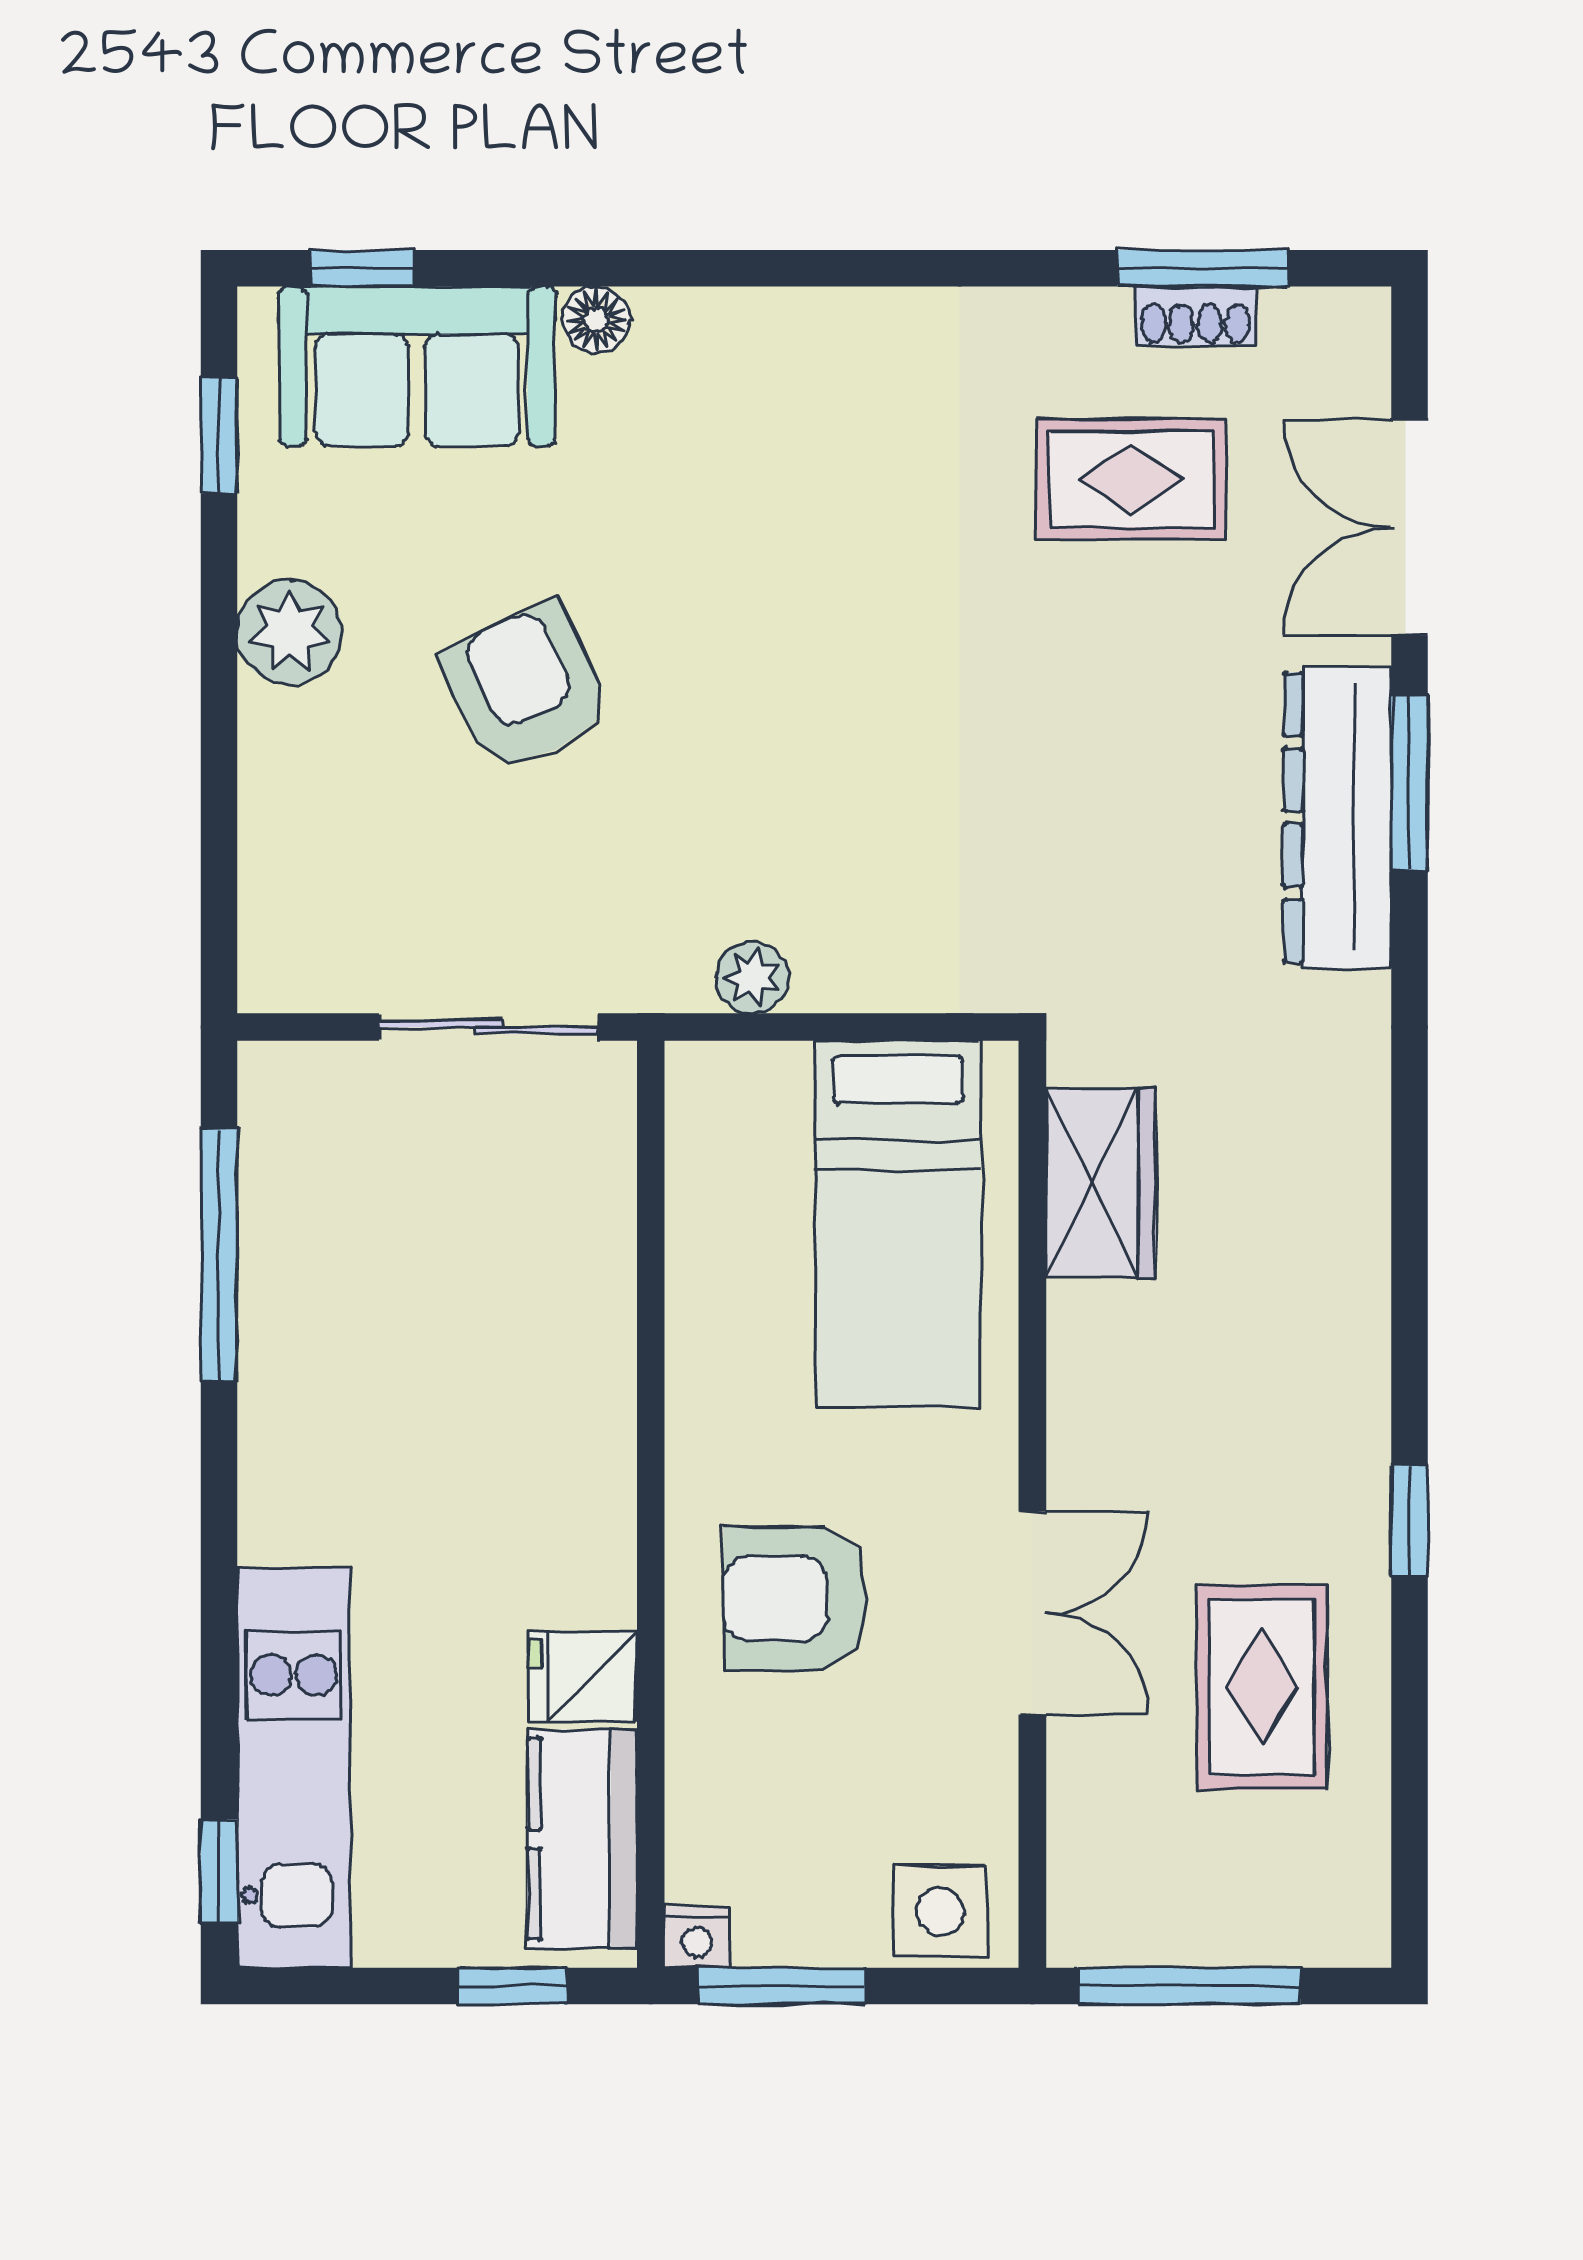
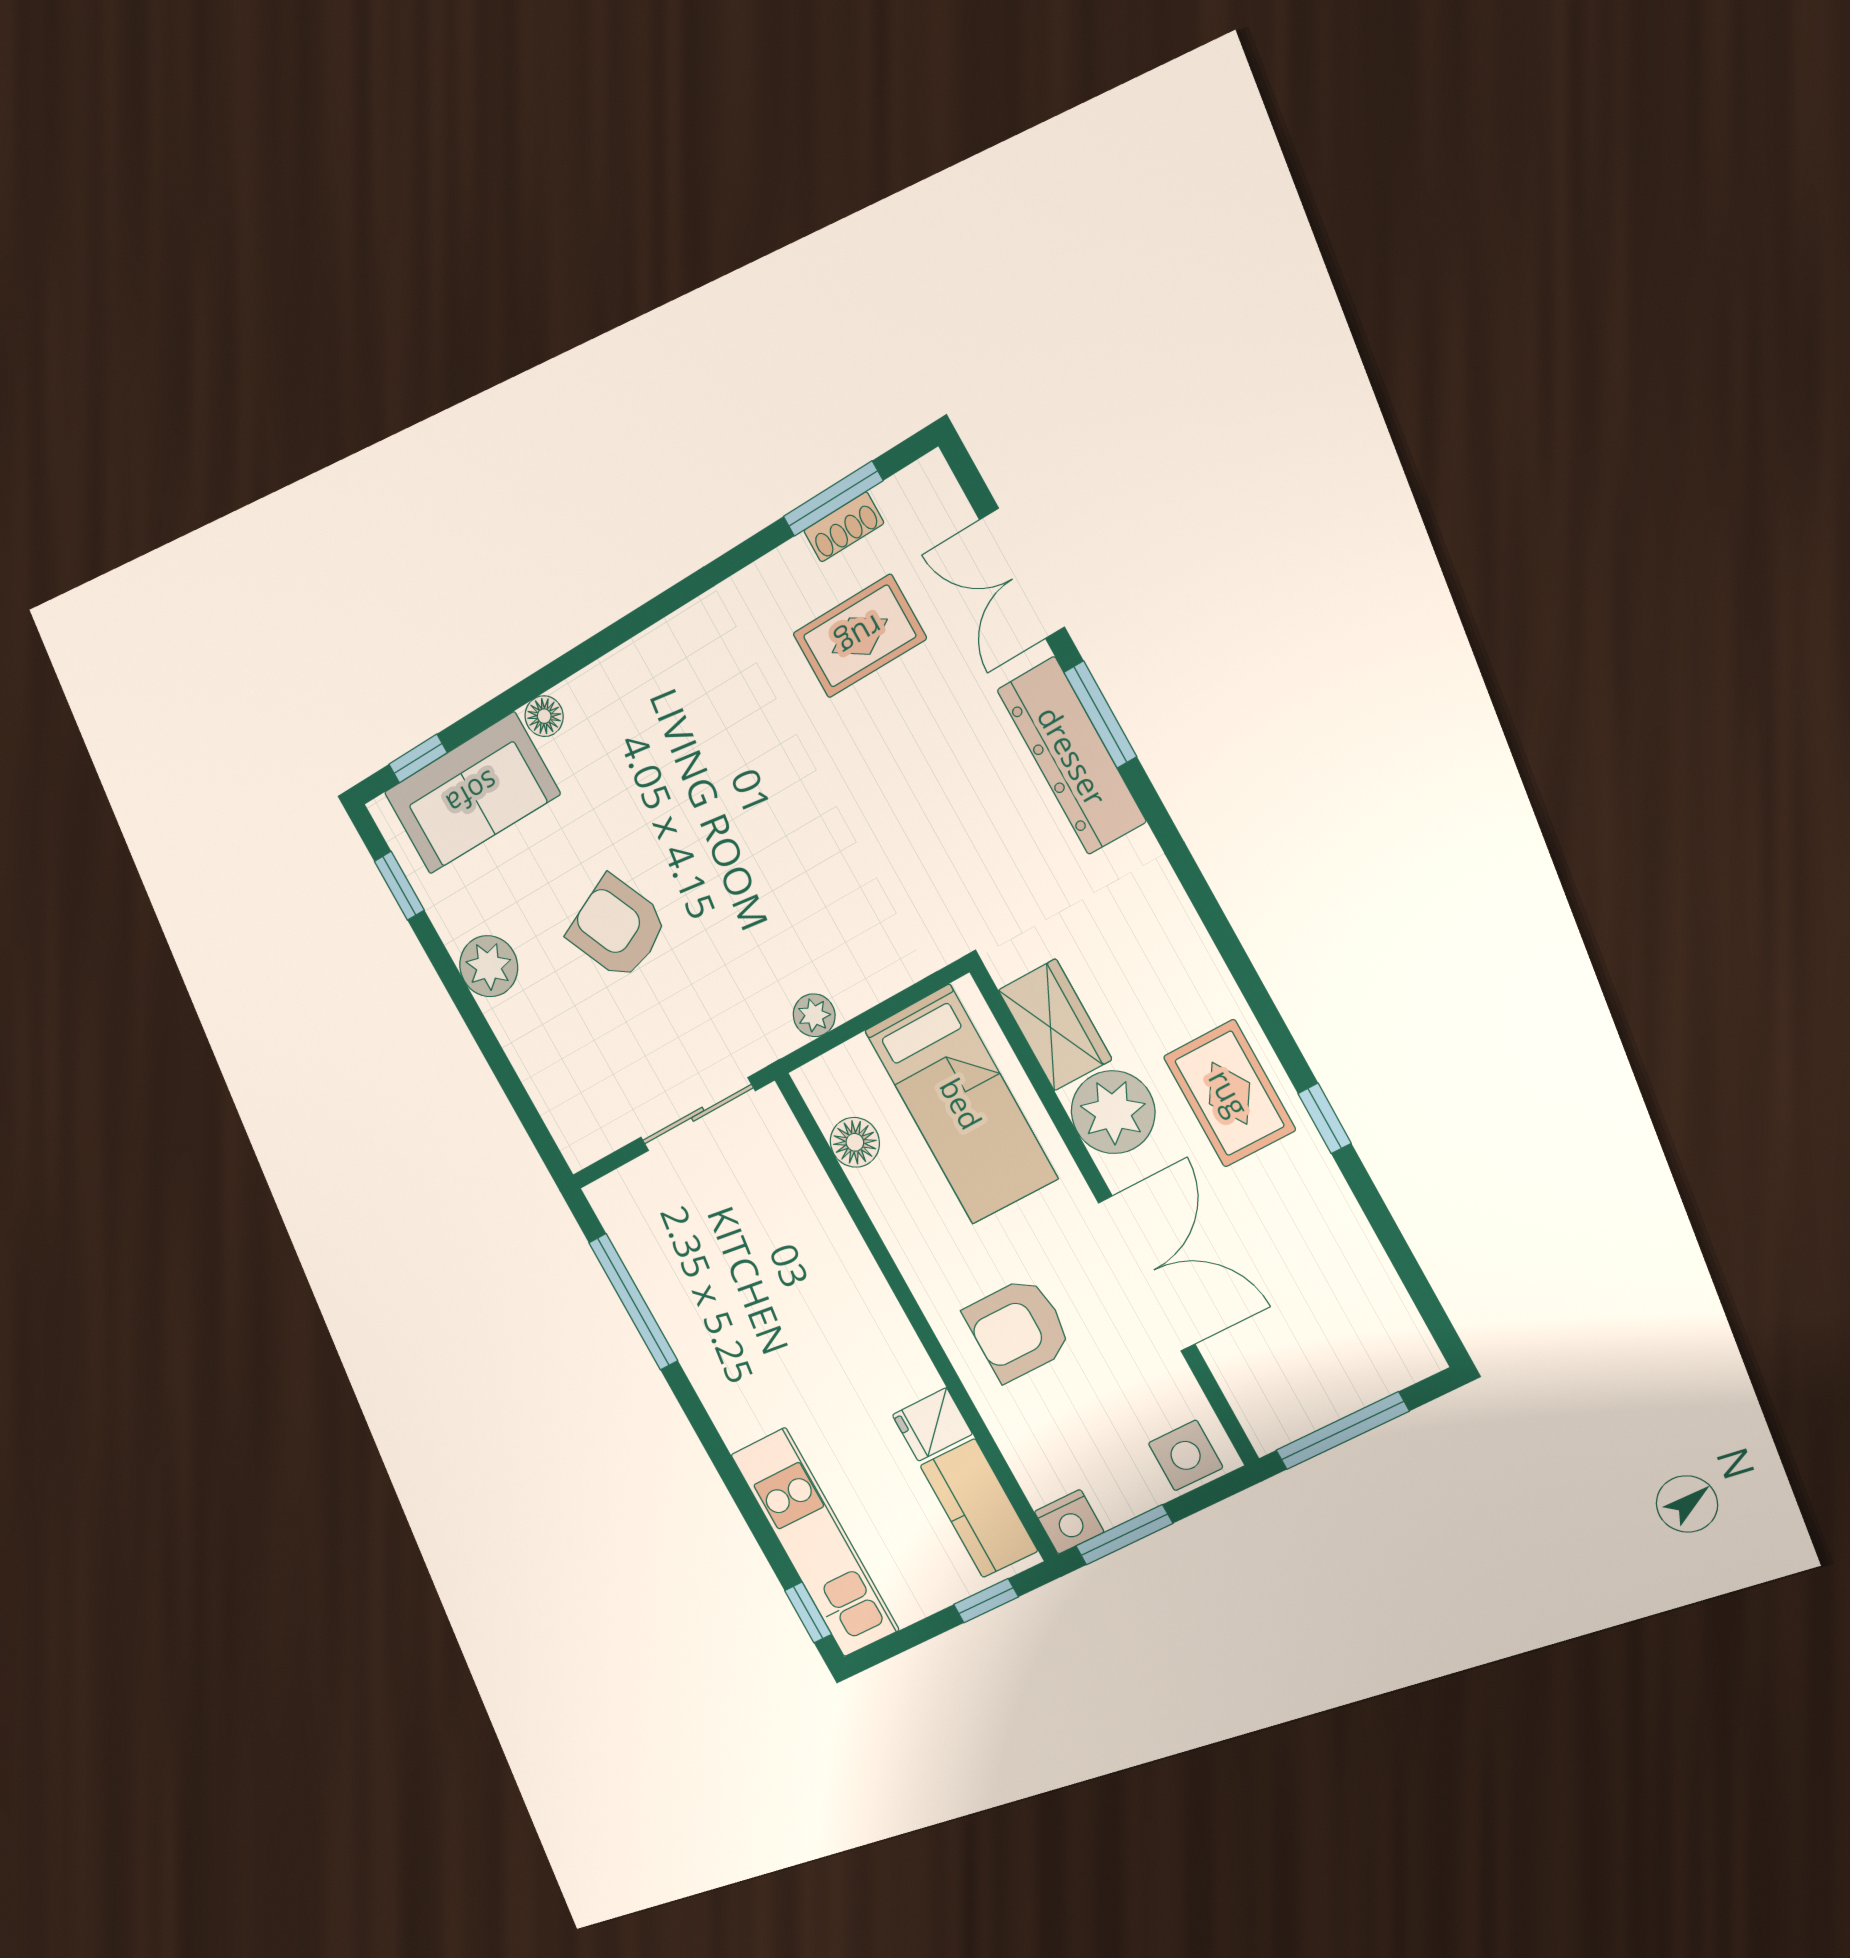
floor lamp: (706, 1196) -> (855, 1142), added
plant: (1114, 1353) -> (1113, 1112), added
double door: (1032, 1613) -> (1147, 1274), width x1.37
rug: (1262, 1687) -> (1229, 1093), moved
nightstand: (697, 1937) -> (1069, 1522), width x1.39, depth x1.35

